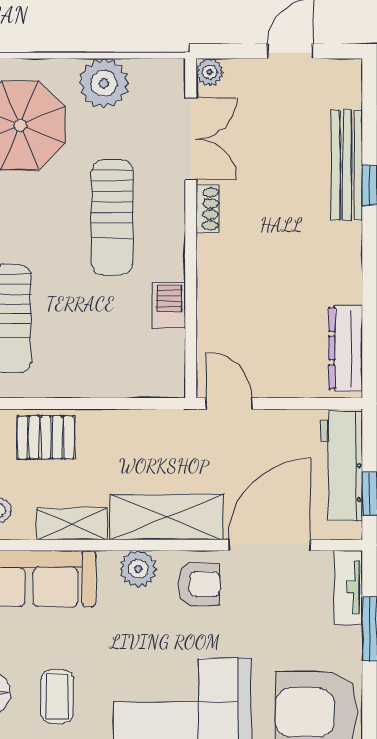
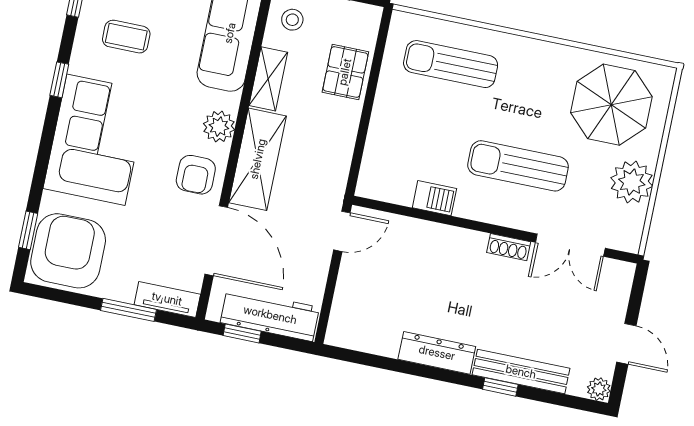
plant: (210, 72) -> (599, 389), moved
dresser: (346, 348) -> (437, 353), moved

